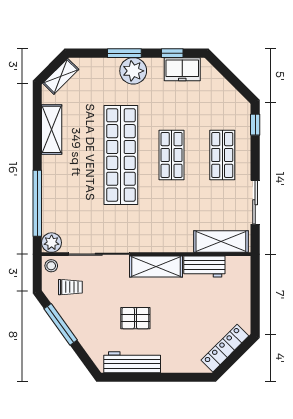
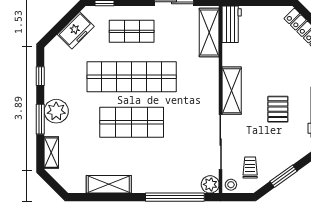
freezer: (182, 69) -> (76, 30), moved, turned 45
shelving: (61, 76) -> (51, 153), moved, turned 45
shop shelf: (121, 155) -> (132, 122), width x0.71
shop shelf: (172, 155) -> (132, 77), width x2.00, depth x1.36
workbench: (204, 267) -> (232, 24), moved
window: (61, 324) -> (284, 176), width x0.69

